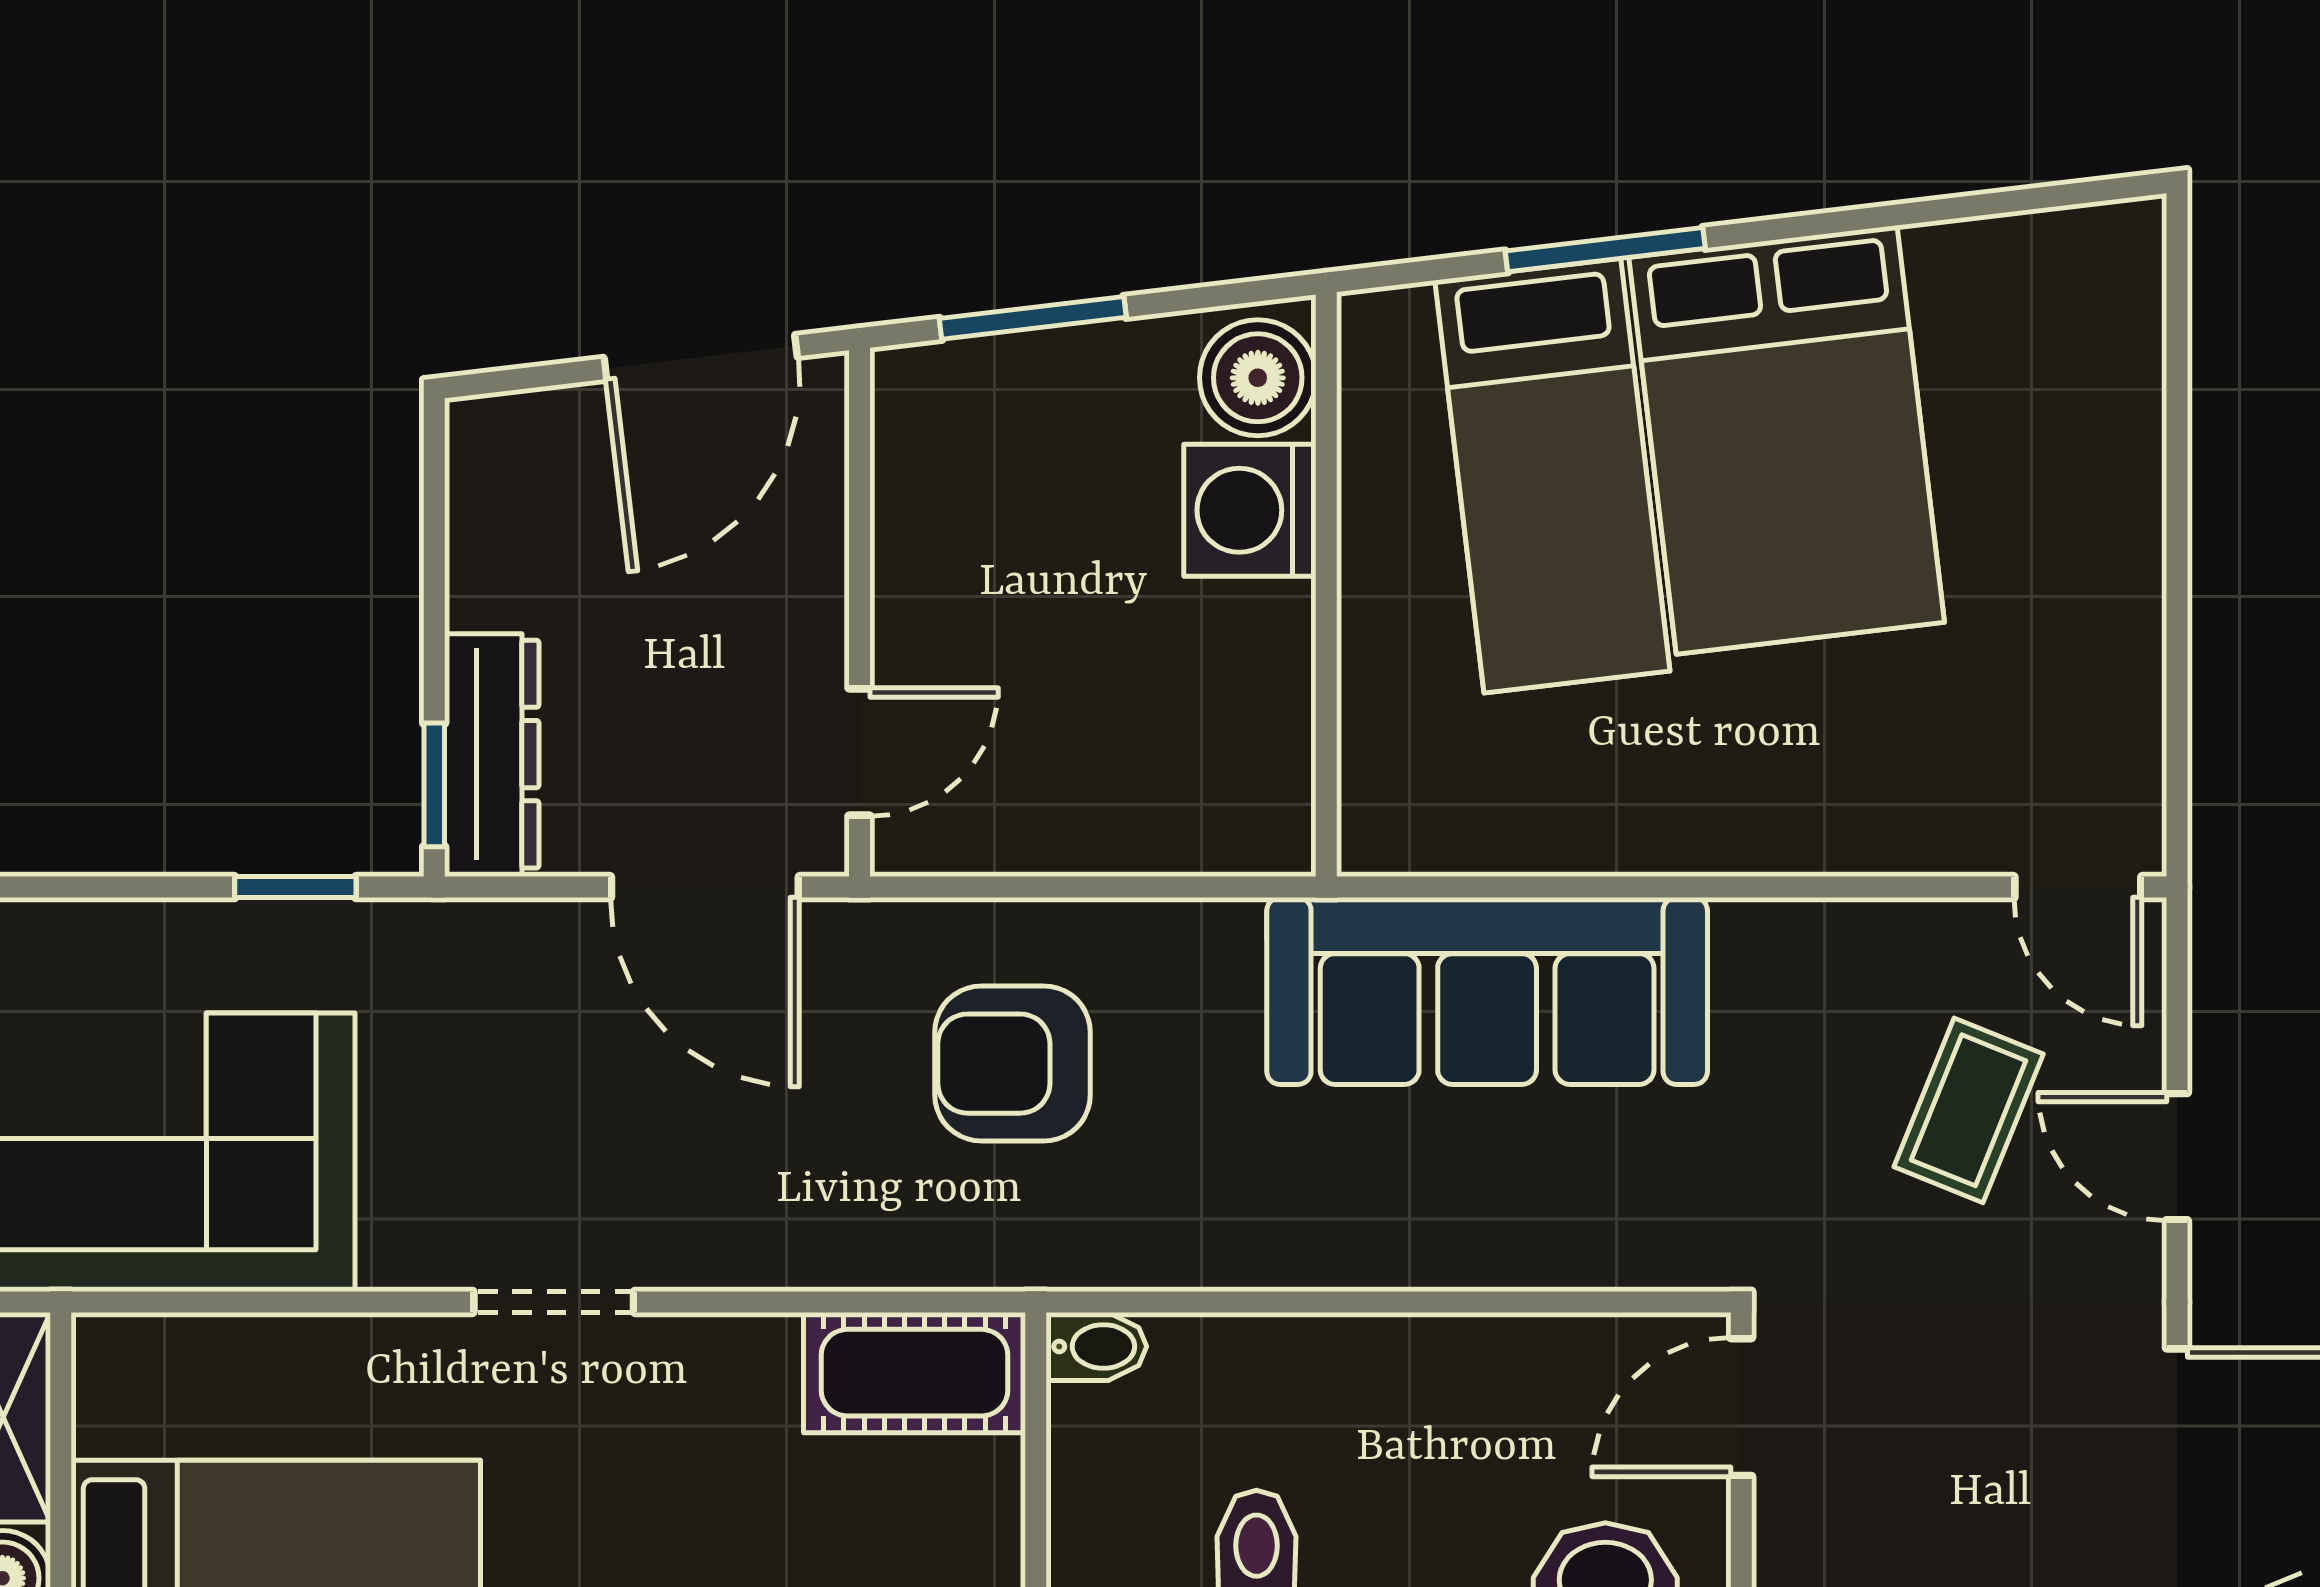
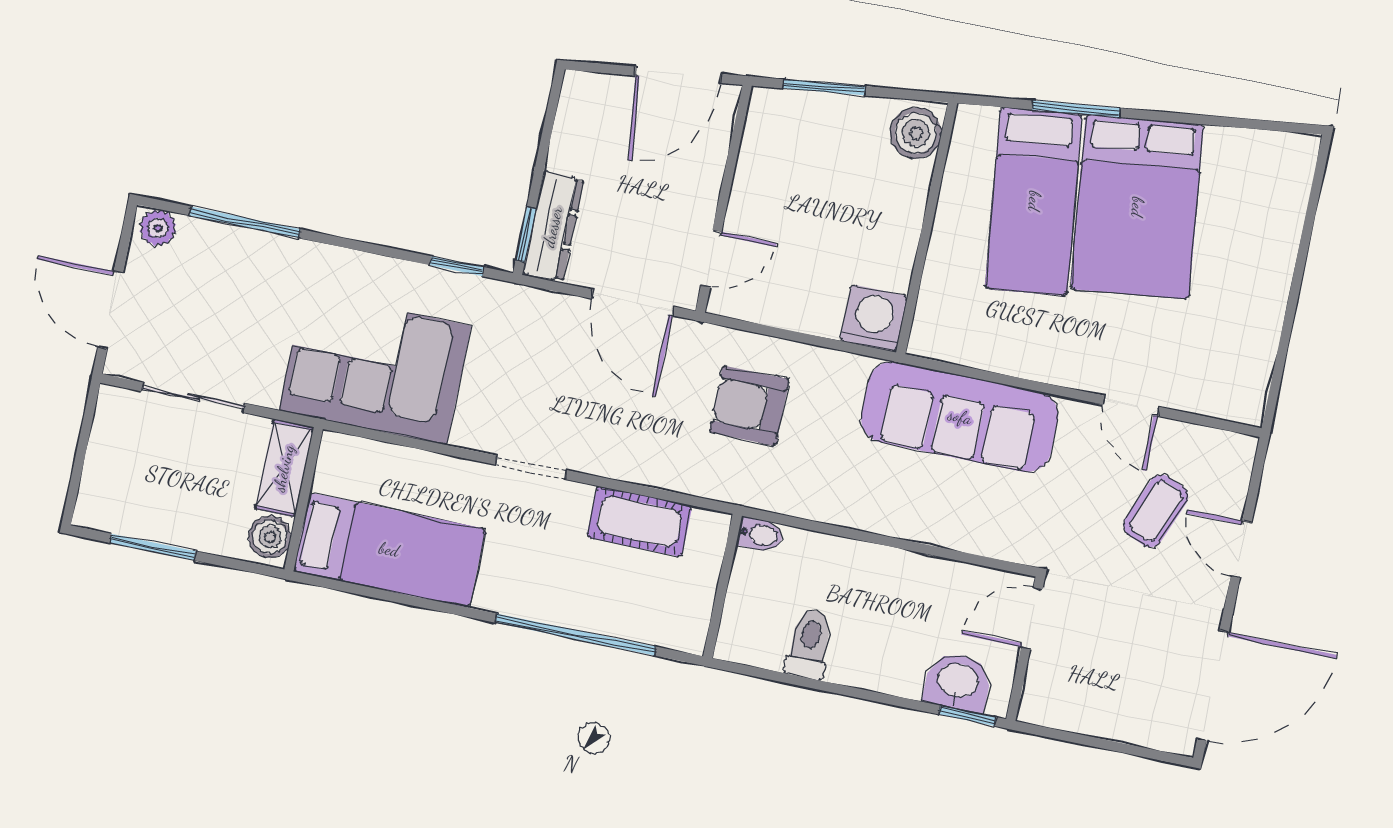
washing machine: (1250, 510) -> (874, 318), moved, turned 90
door: (2078, 887) -> (1131, 406), moved
cot: (915, 1373) -> (639, 521), moved

